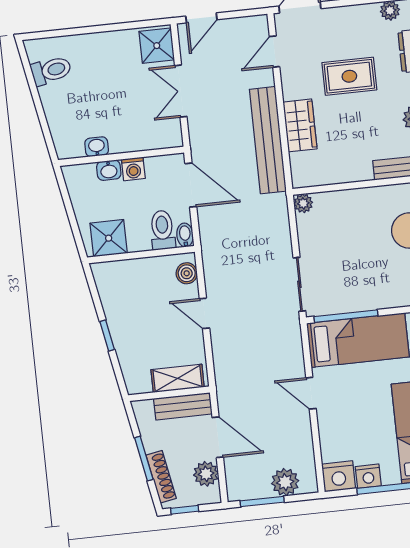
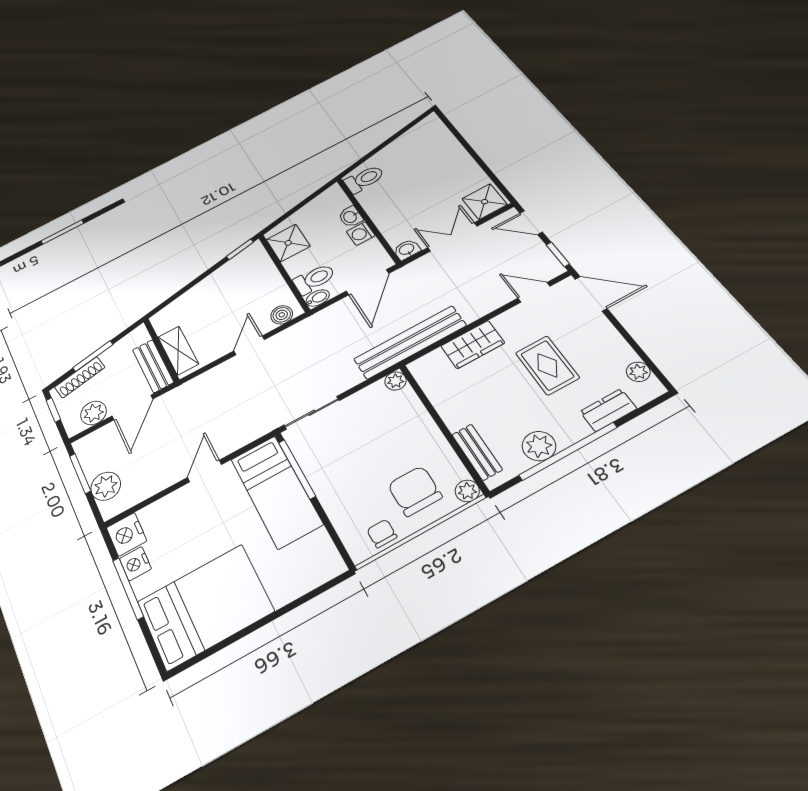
window: (247, 13) -> (558, 254), added
toilet: (51, 70) -> (364, 179), moved, turned -79
bench: (268, 140) -> (410, 342), moved
washbasin: (97, 147) -> (407, 250), moved, turned -90
window: (107, 336) -> (240, 249), moved

